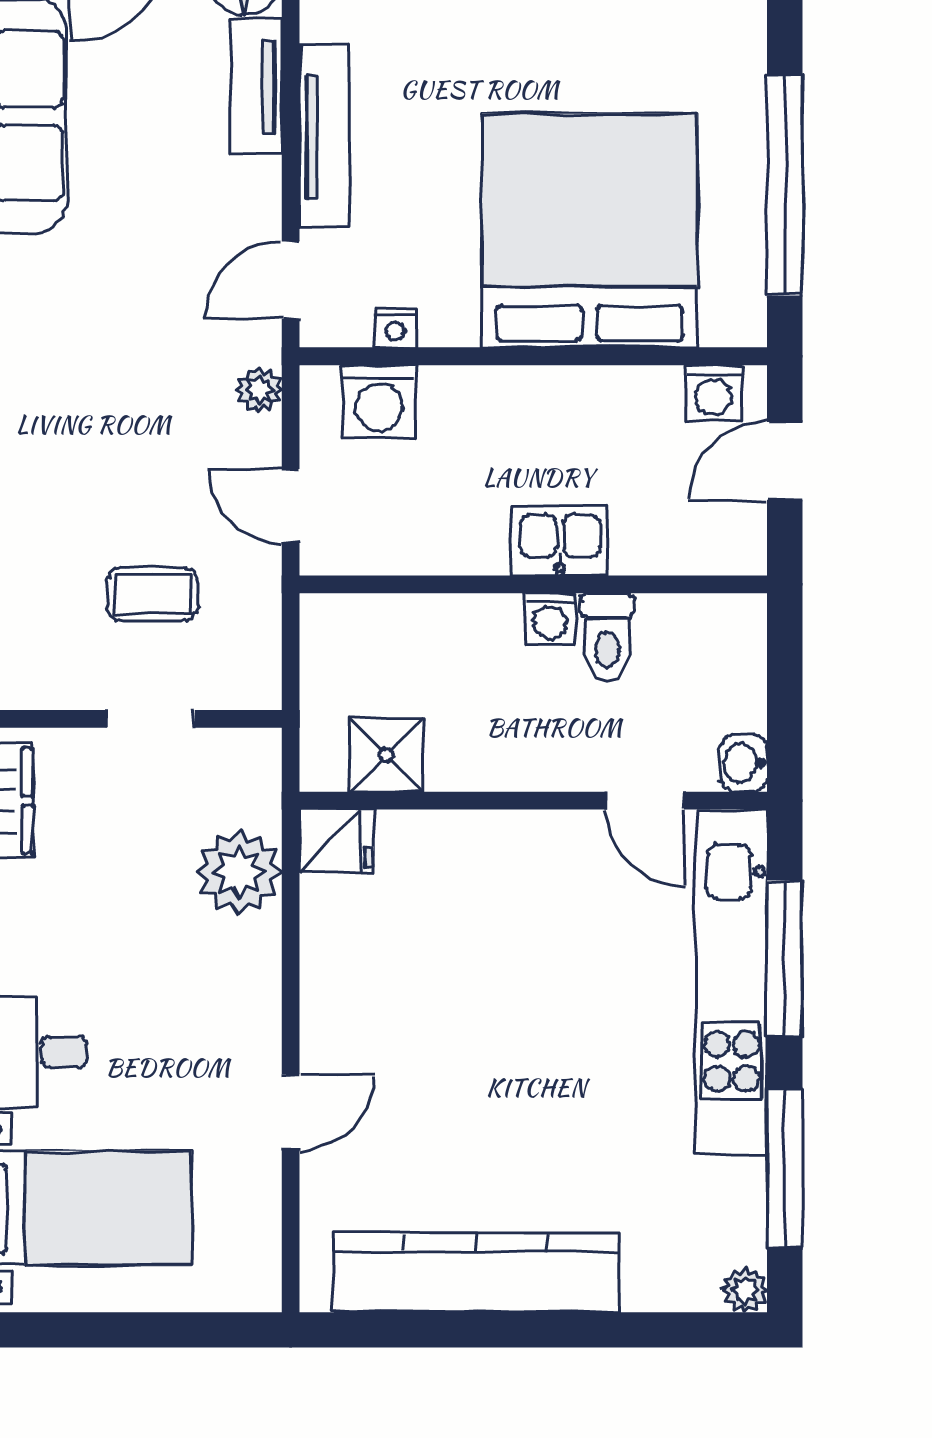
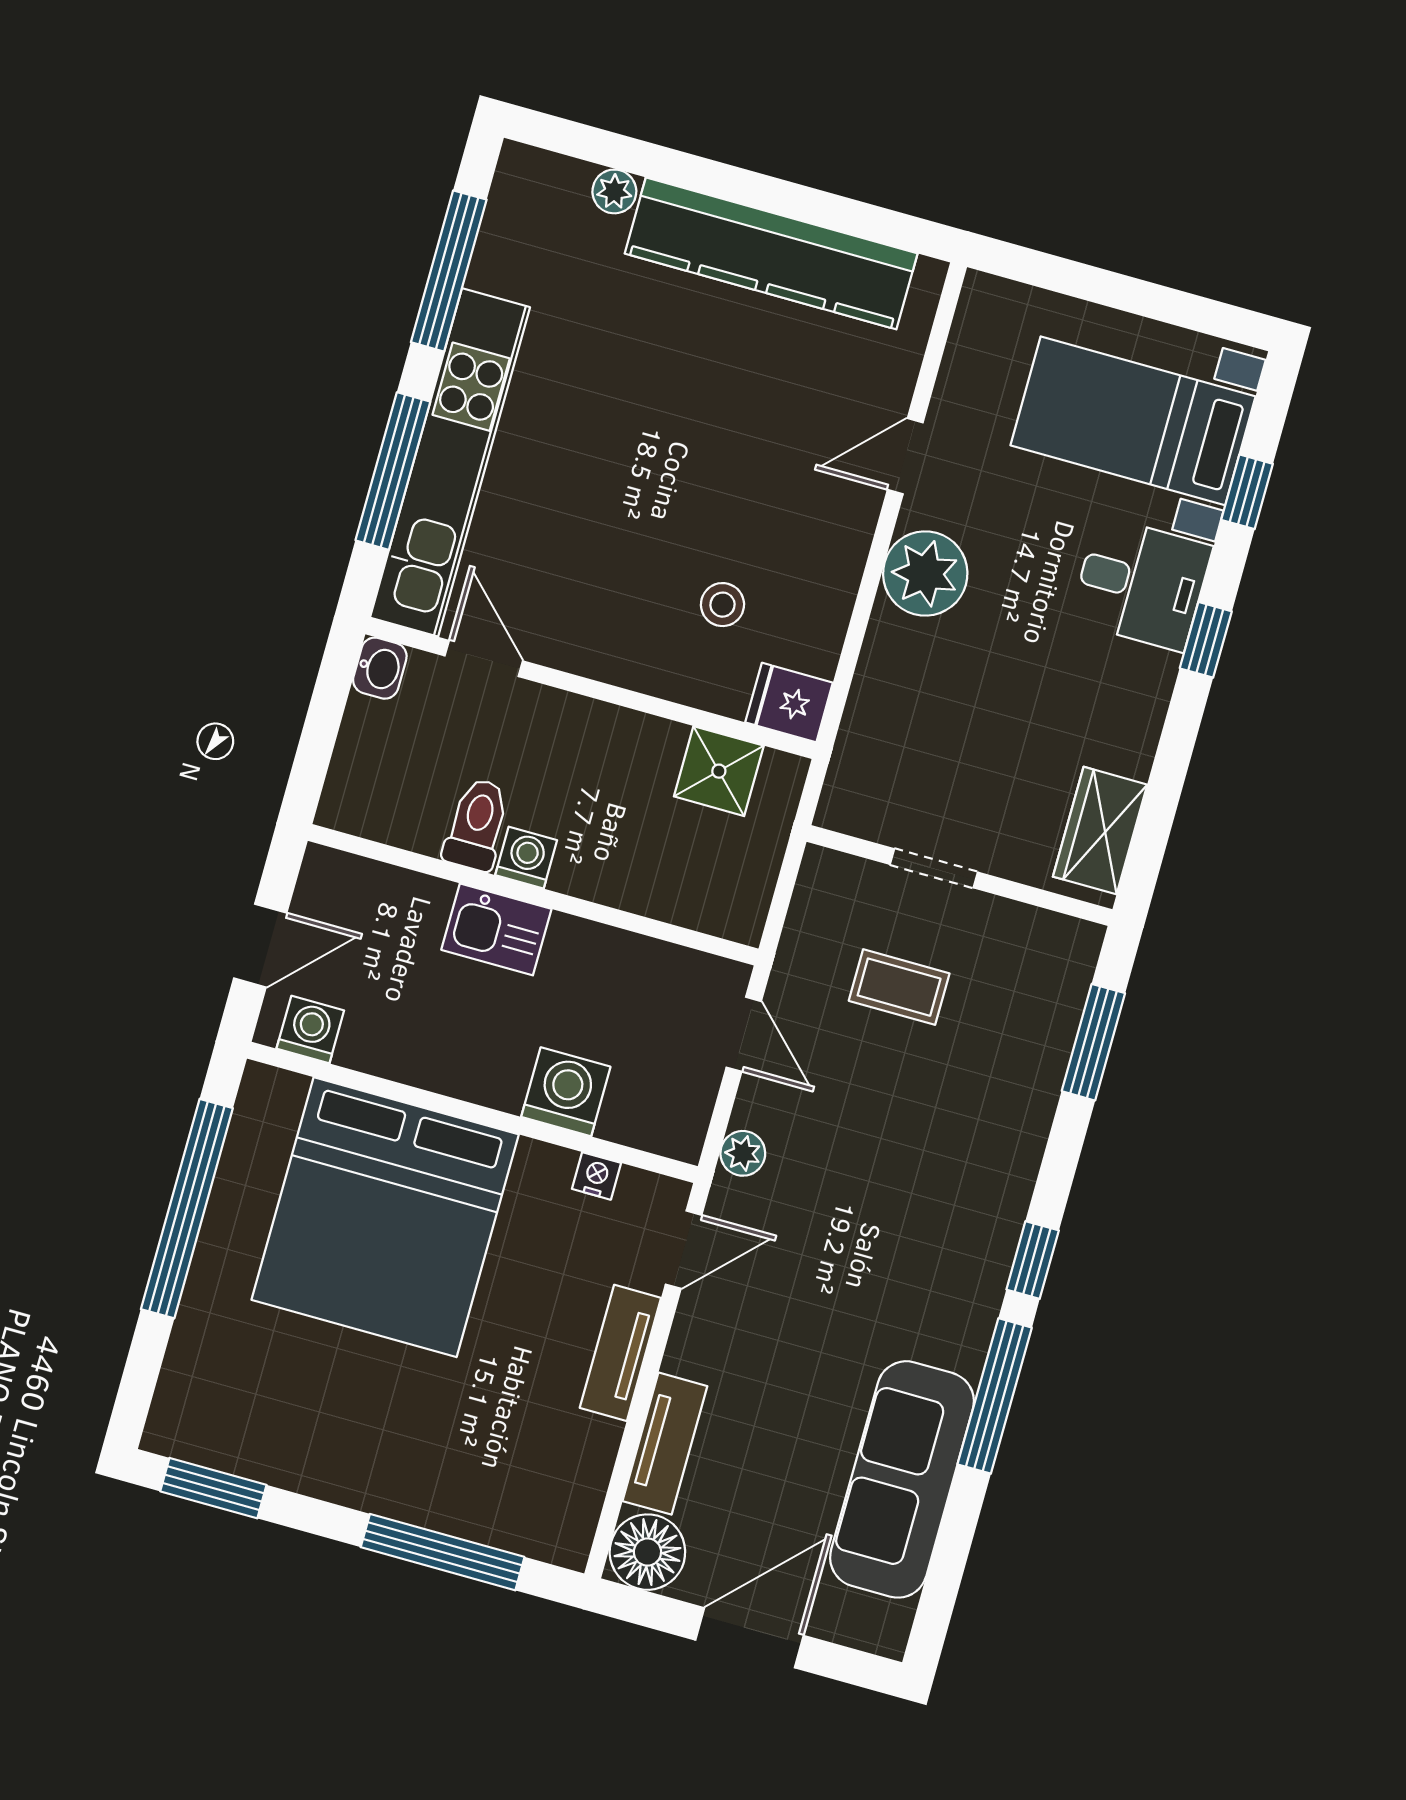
tv unit: (324, 136) -> (620, 1353), width x0.71
washing machine: (379, 402) -> (566, 1092), moved
plant: (239, 872) -> (925, 573), moved
stool: (428, 918) -> (722, 605), added
plant: (745, 1290) -> (614, 191), moved

